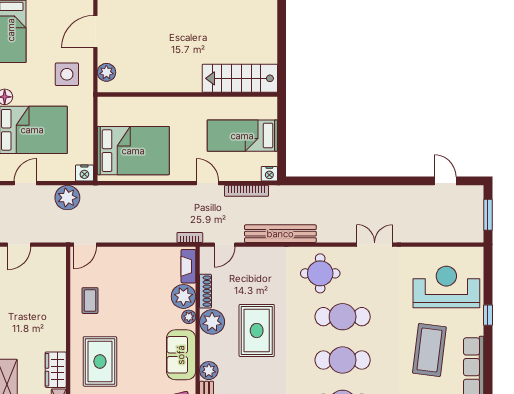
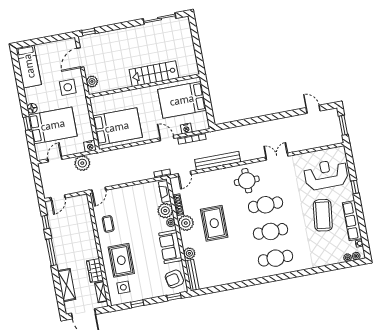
stairs: (240, 78) -> (154, 74), moved
bed: (242, 136) -> (182, 100), width x1.50
nightstand: (269, 174) -> (186, 128), moved

